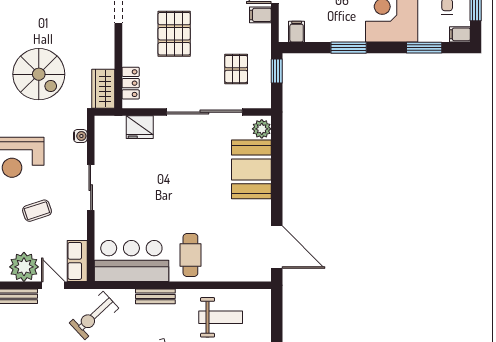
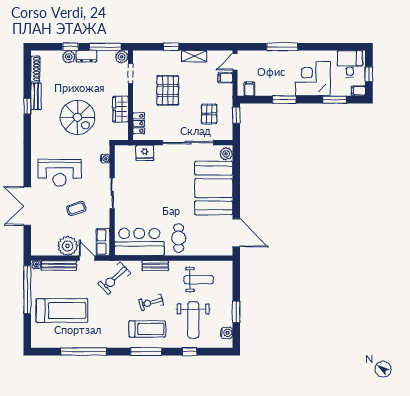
wardrobe: (103, 89) -> (120, 109), moved
booth: (251, 169) -> (214, 188), width x1.36, depth x1.42

